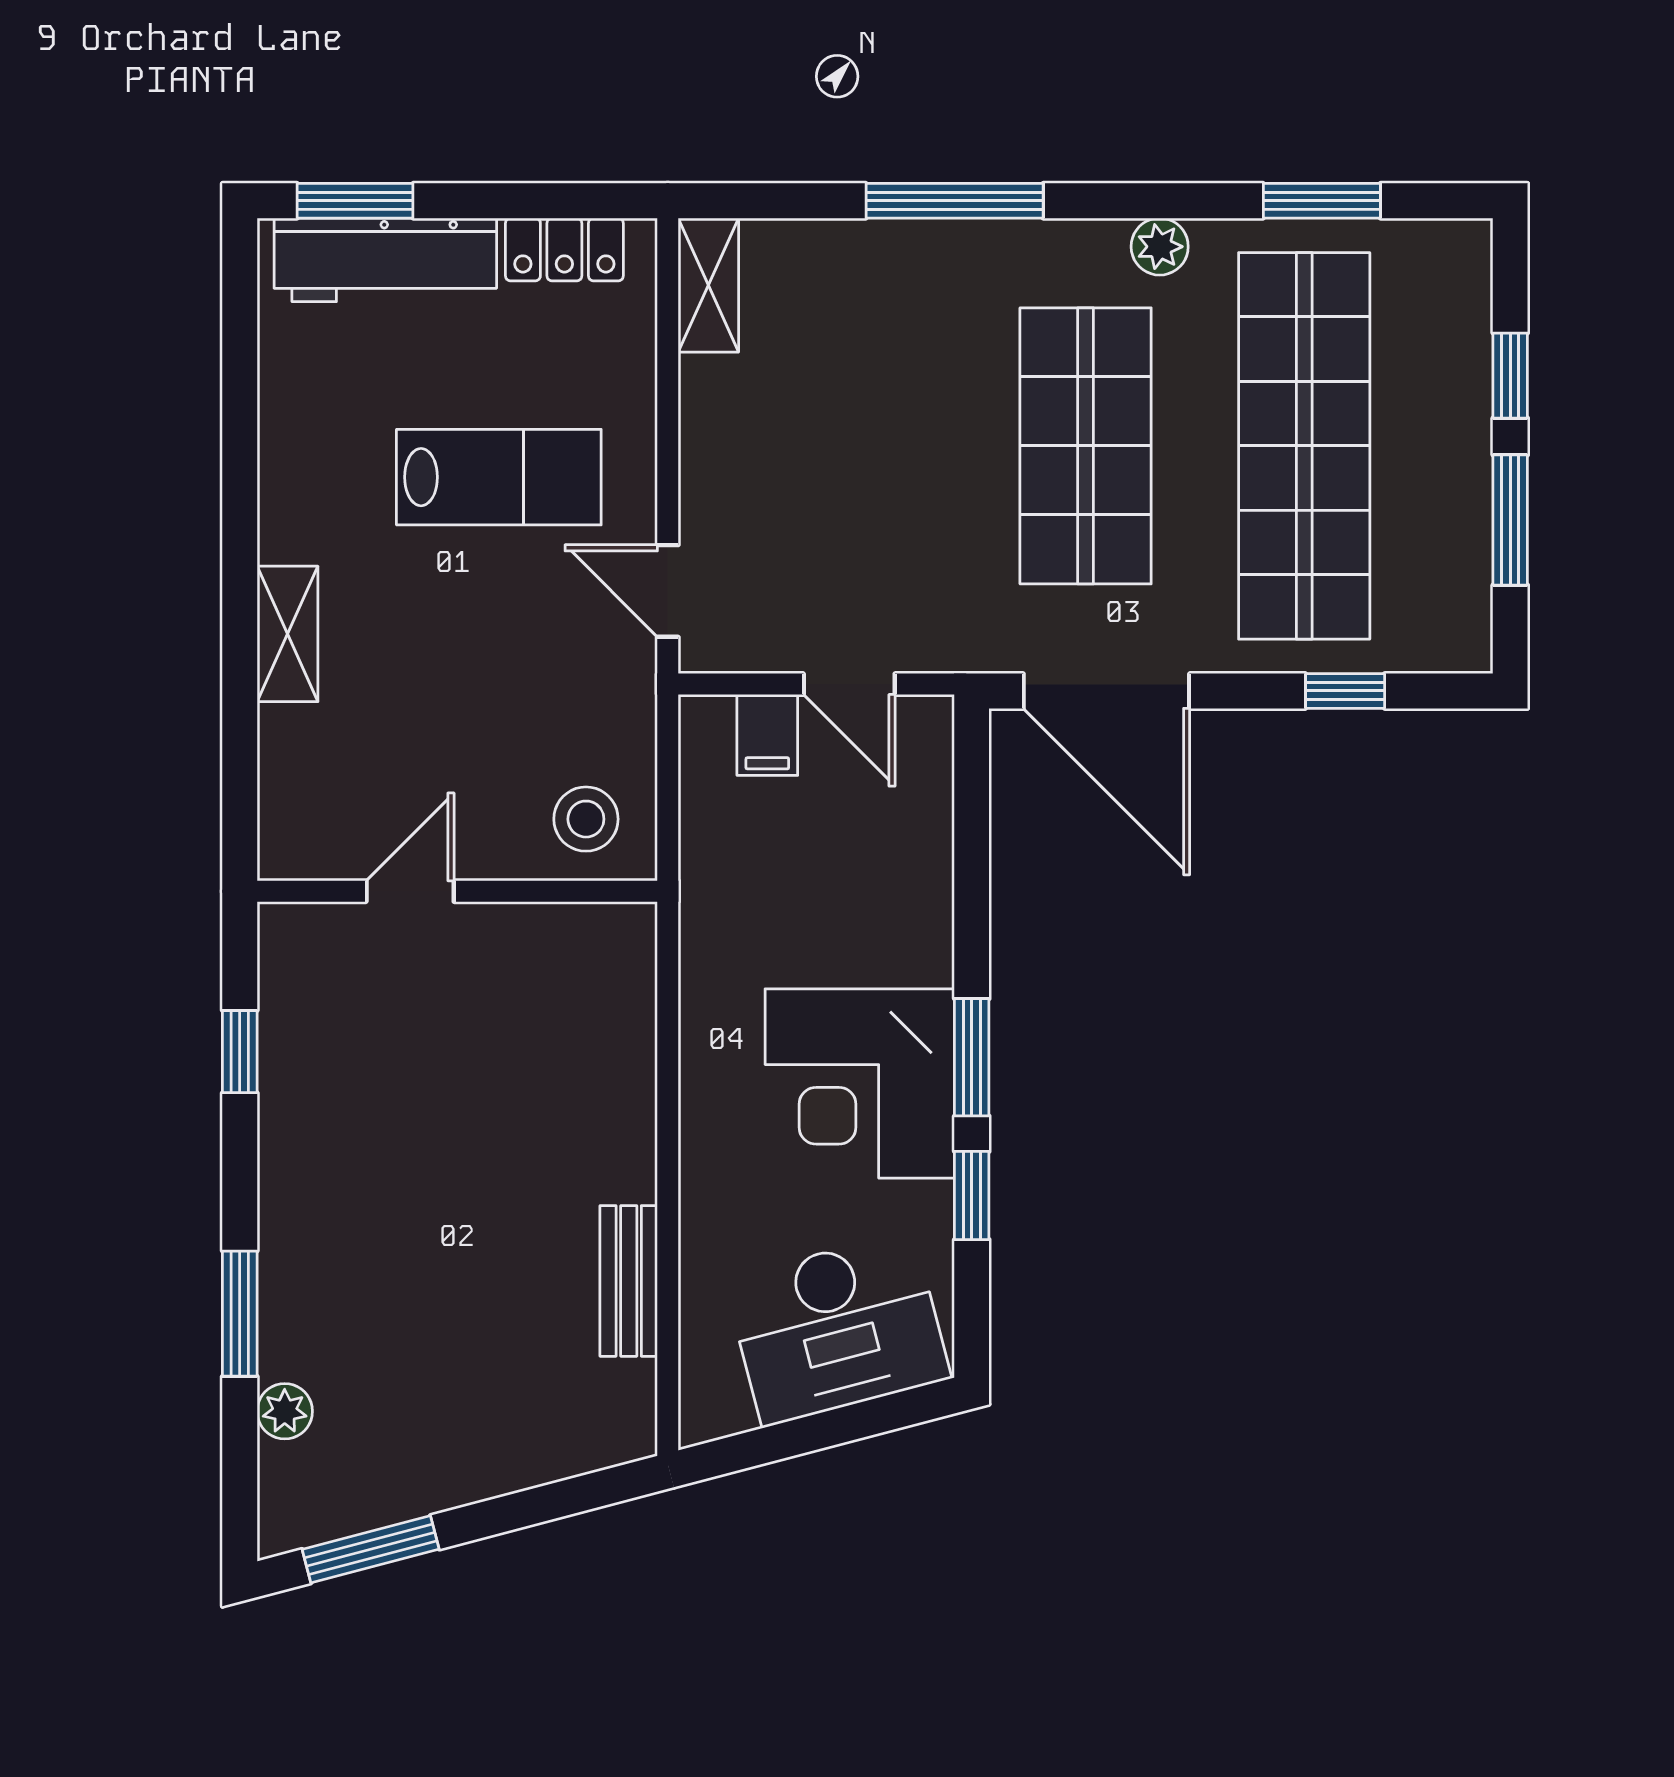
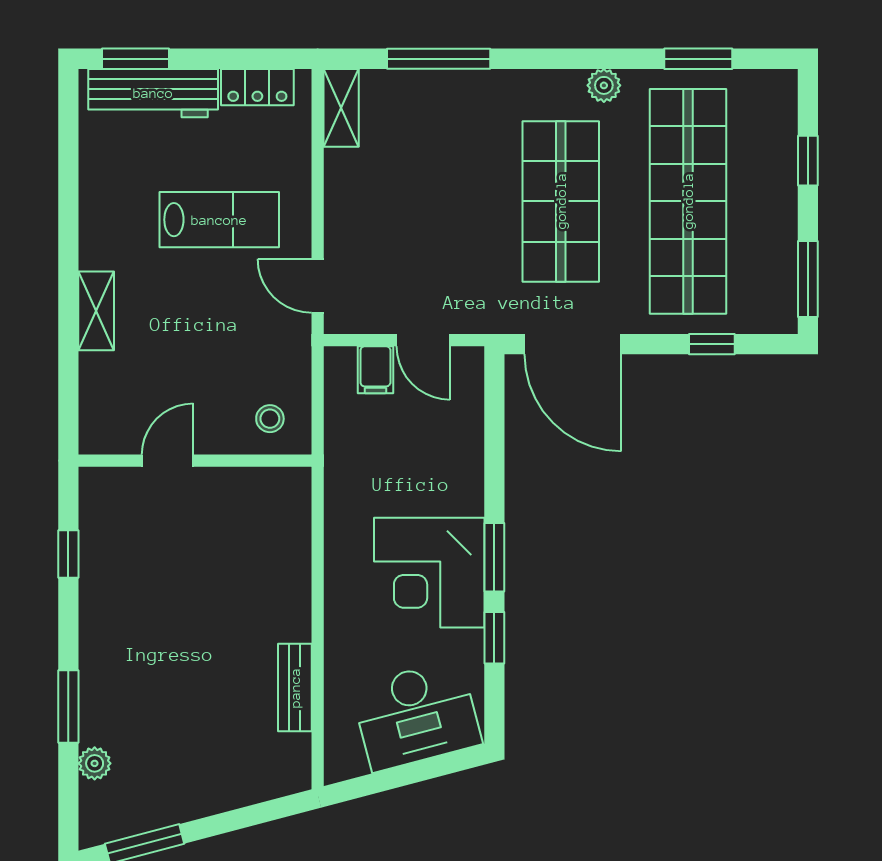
window: (955, 201) -> (439, 59), moved
window: (1510, 520) -> (808, 279), moved
stool: (586, 819) -> (270, 419), width x0.73, depth x0.73

